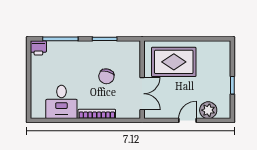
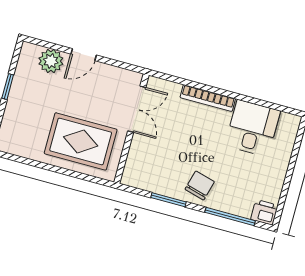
chair: (106, 76) -> (200, 185), moved
double door: (142, 94) -> (137, 109), swing flipped

